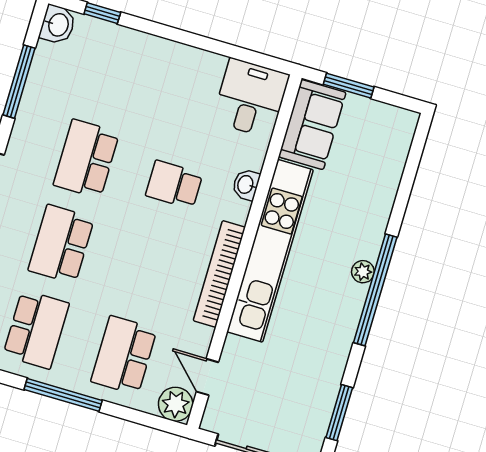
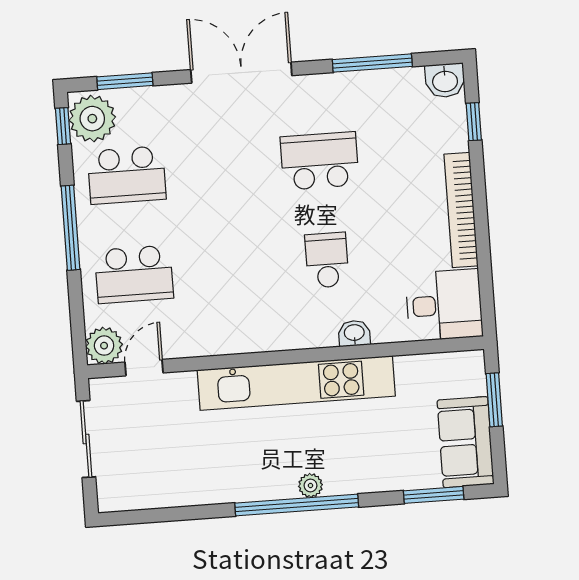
sofa: (312, 125) -> (466, 442), moved, turned 90
school desk: (61, 244) -> (223, 168), removed
bookcase: (219, 274) -> (461, 210), moved, turned -90
school desk: (124, 355) -> (134, 274), turned 180
window: (339, 413) -> (434, 495), moved

